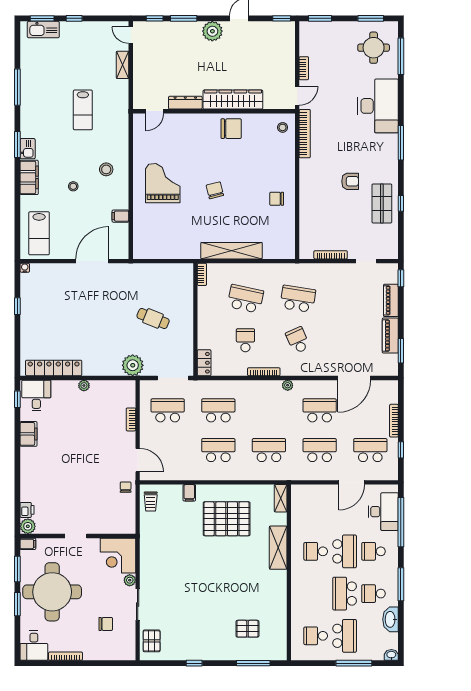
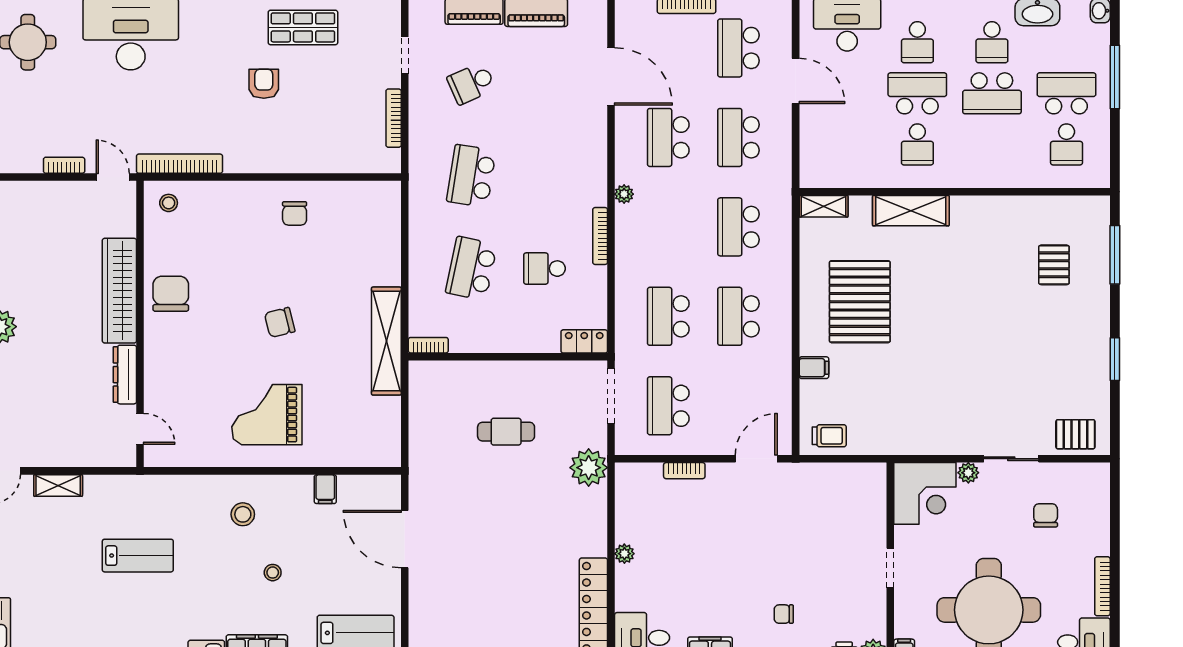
shelving: (232, 251) -> (386, 341), moved
cafe table: (153, 318) -> (506, 432), turned 68
school desk: (298, 340) -> (471, 83), moved
chair: (126, 487) -> (784, 614), moved
window: (194, 663) -> (1115, 359), width x1.50

